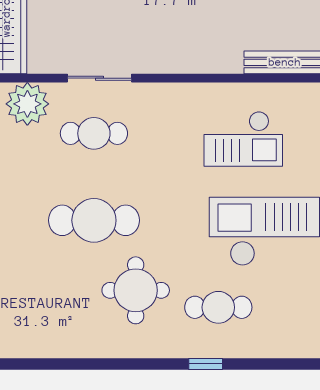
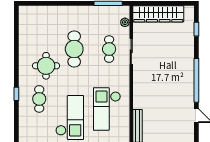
plant: (27, 104) -> (125, 22), width x0.53, depth x0.53
checkout: (243, 139) -> (107, 109), width x1.36, depth x1.21

